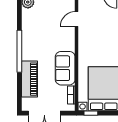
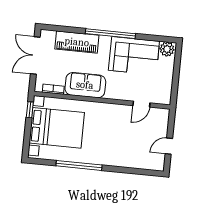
door: (77, 19) -> (141, 104), swing flipped
corner sofa: (36, 30) -> (134, 56), added

